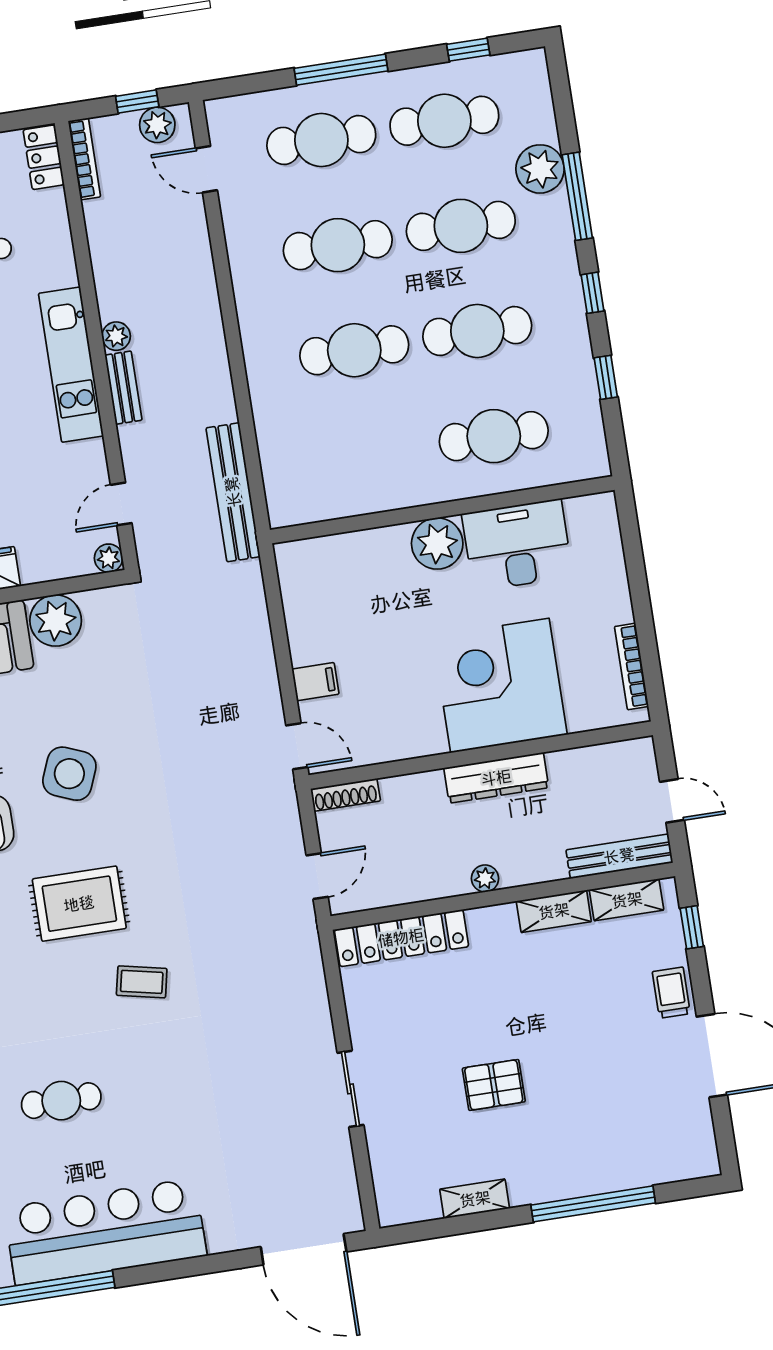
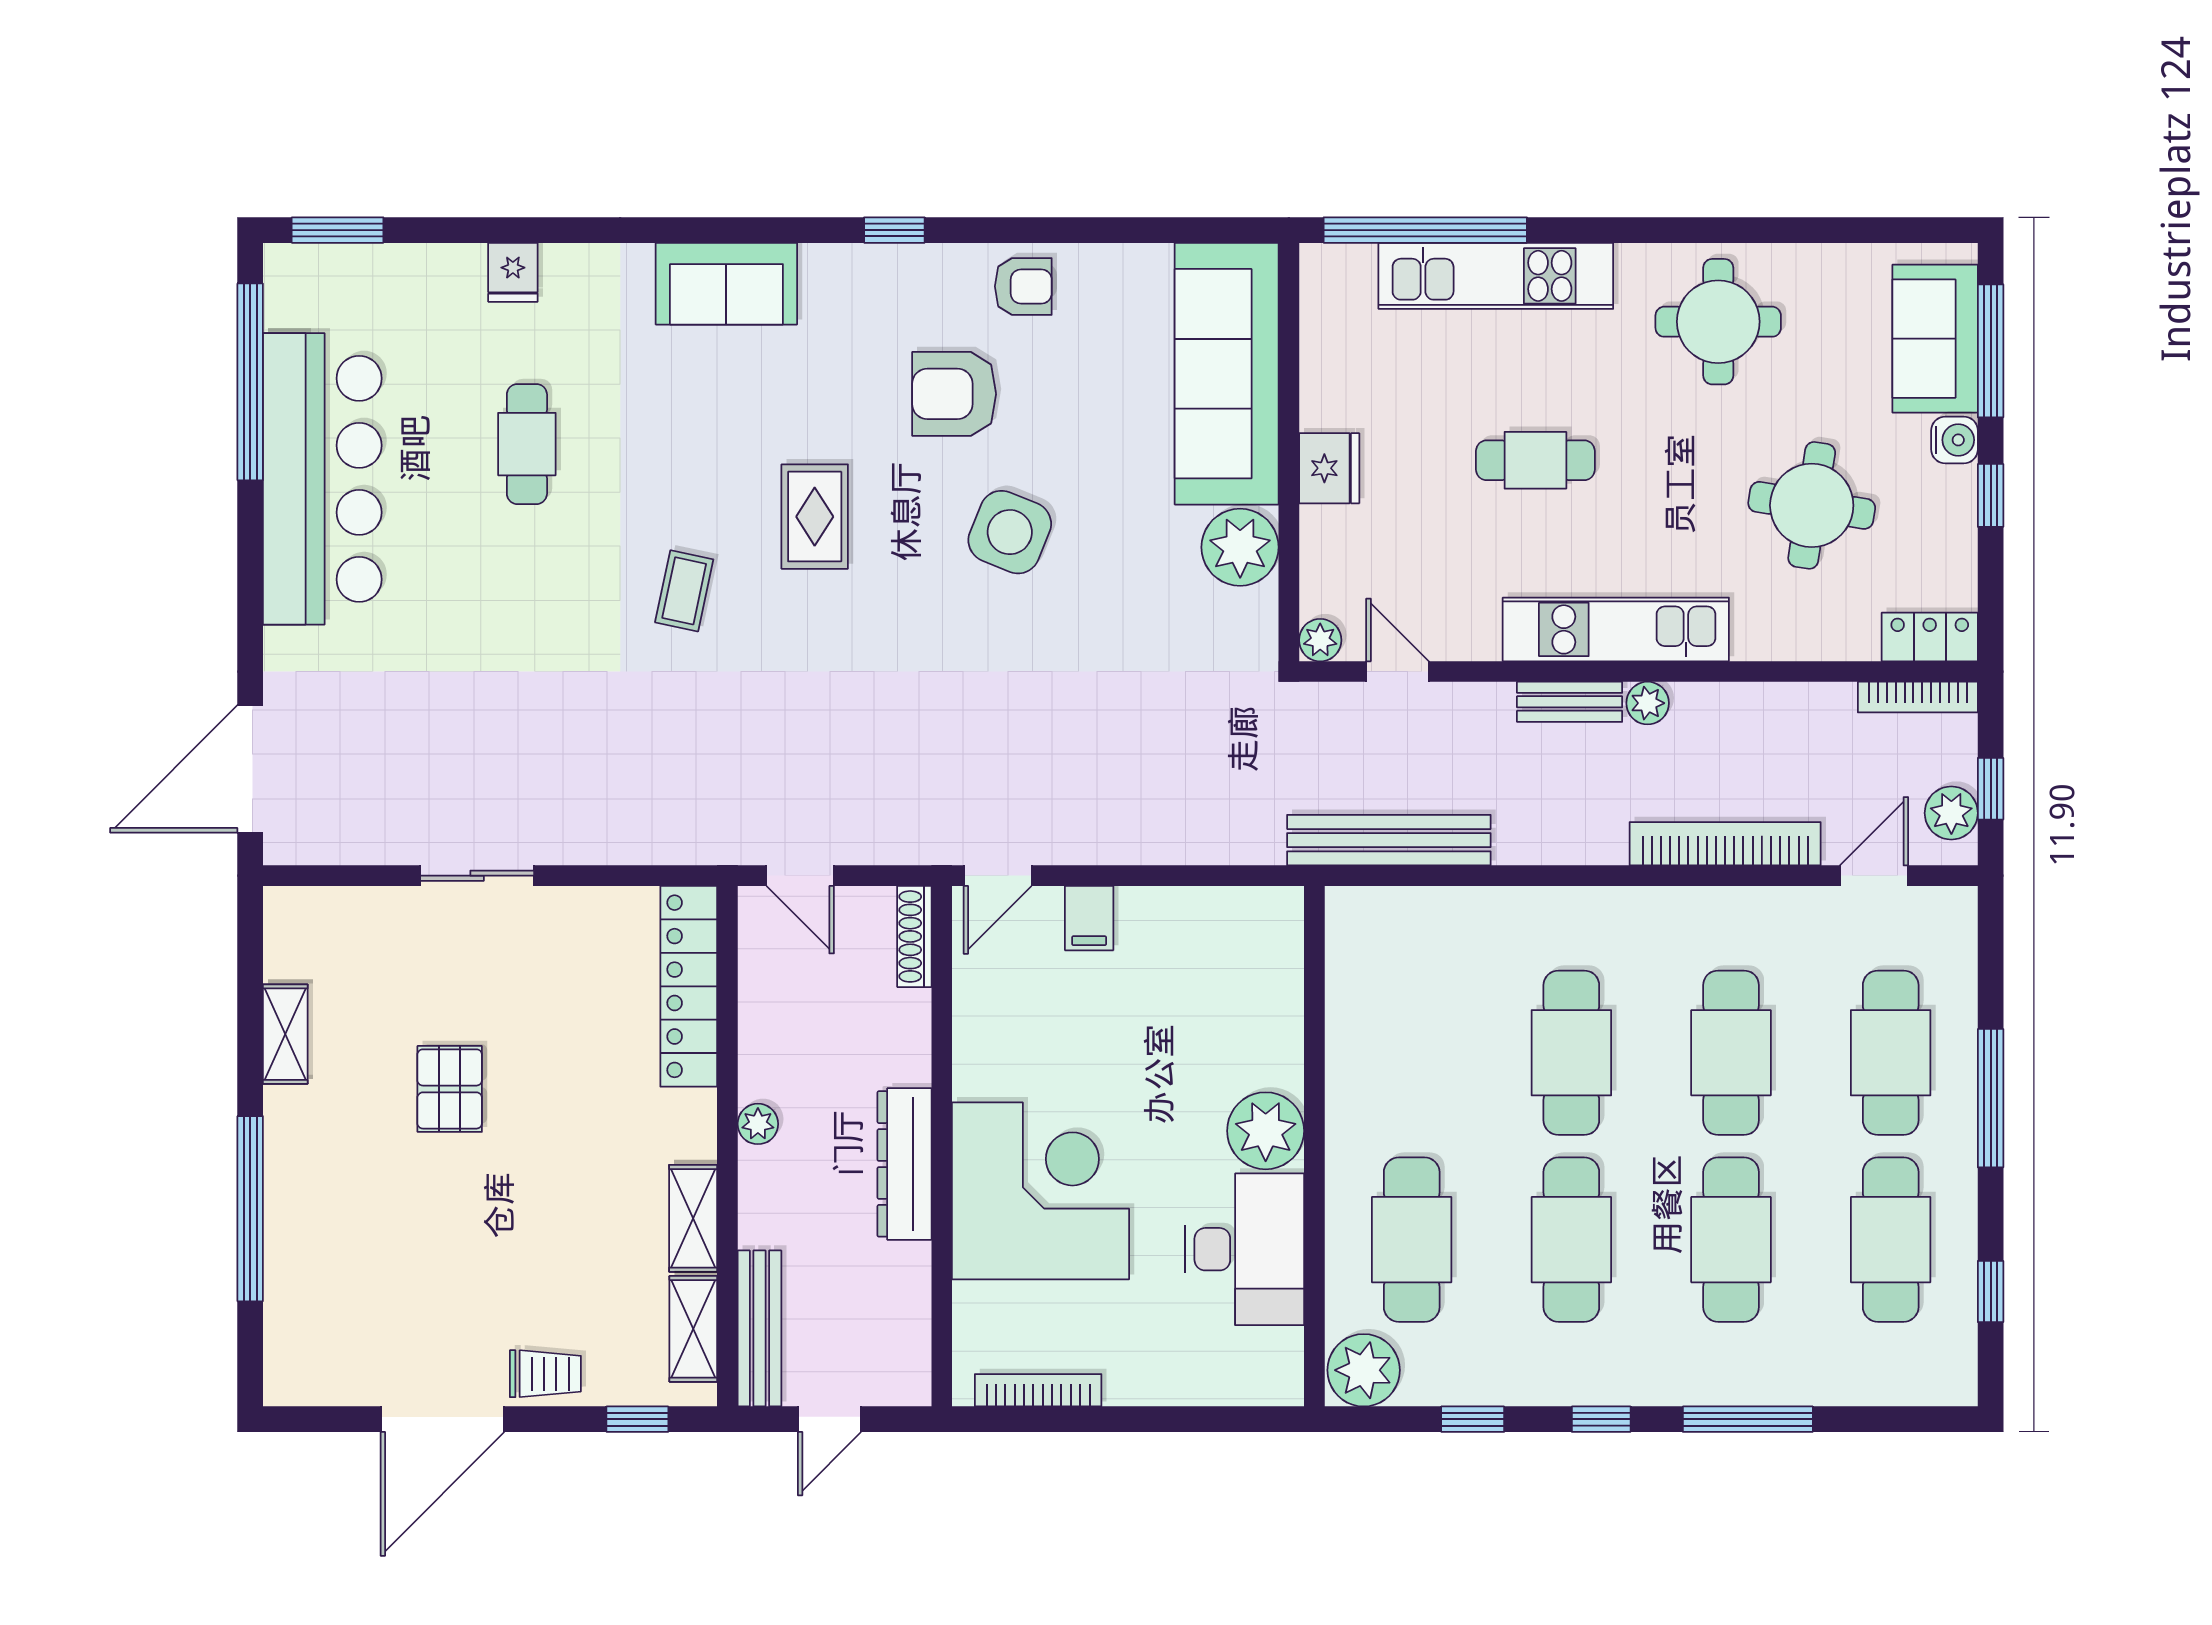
plant: (540, 169) -> (1364, 1370), moved
bookcase: (201, 271) -> (1725, 844), added
rug: (79, 904) -> (815, 517), width x0.73, depth x0.70

